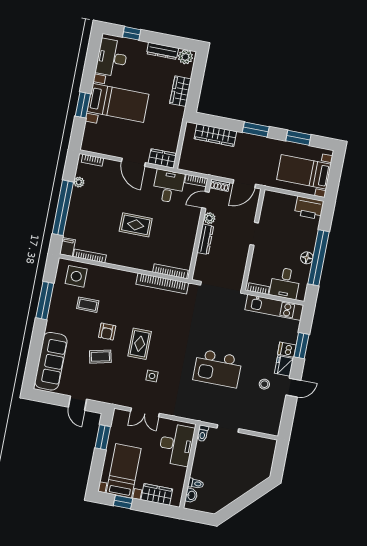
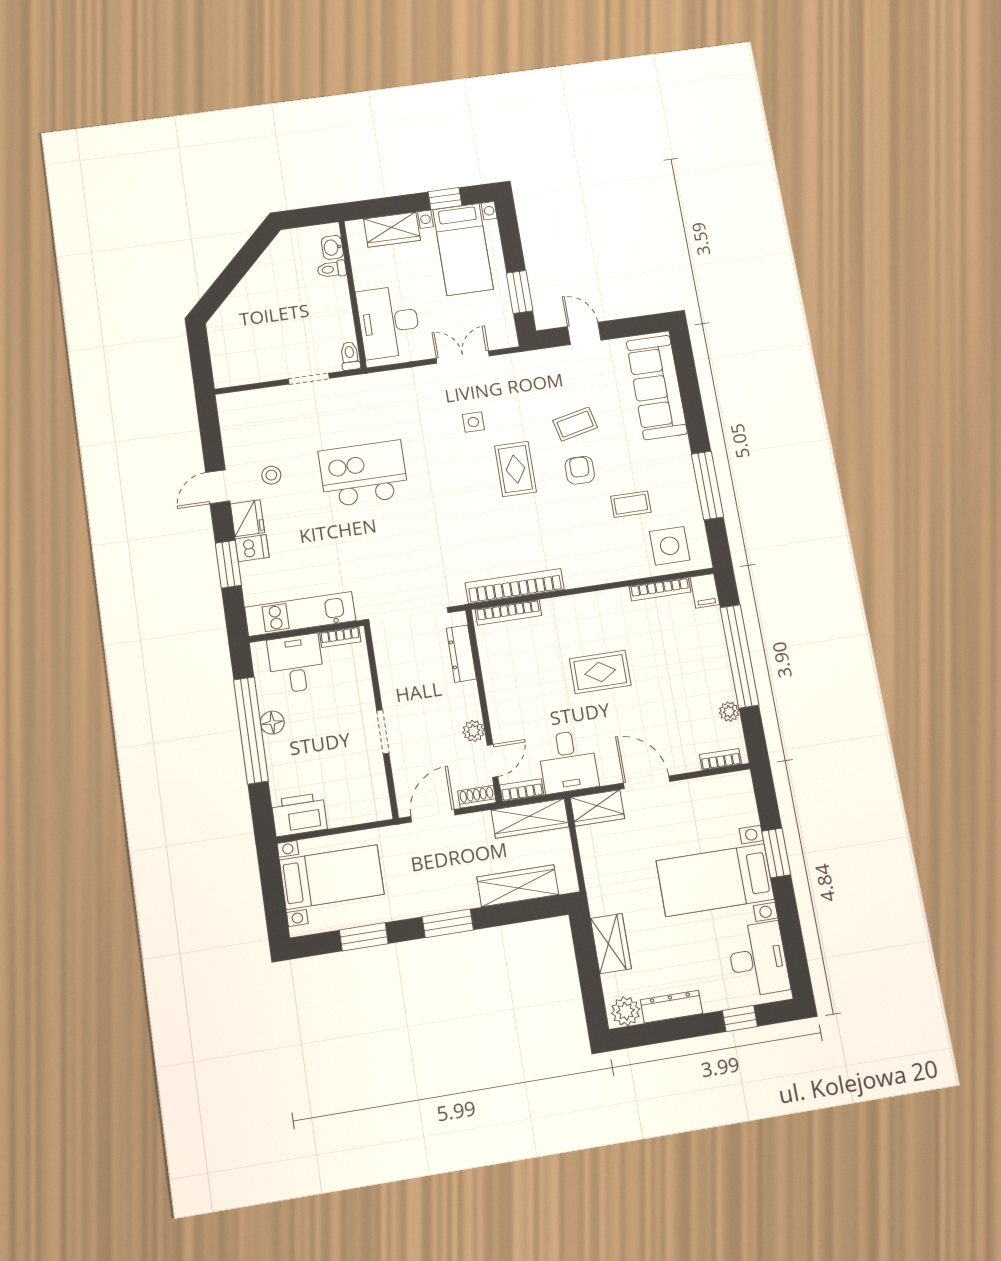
wardrobe: (197, 165) -> (530, 818), added
dresser: (205, 239) -> (461, 654), moved

